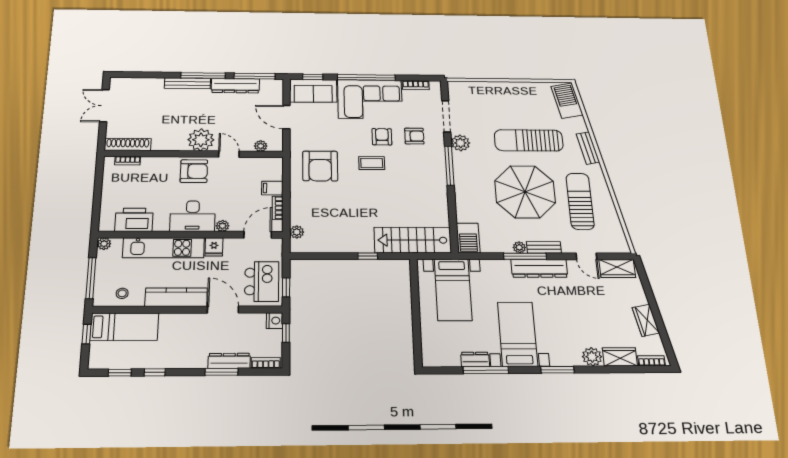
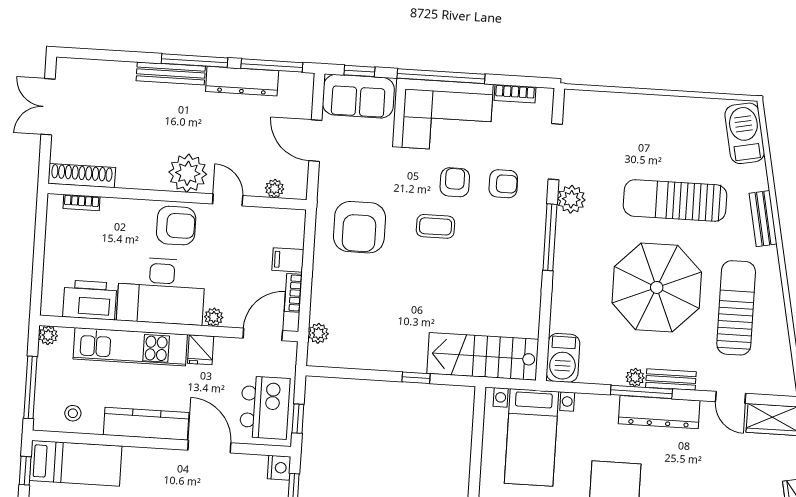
desk: (193, 216) -> (161, 291), width x1.36, depth x1.30

